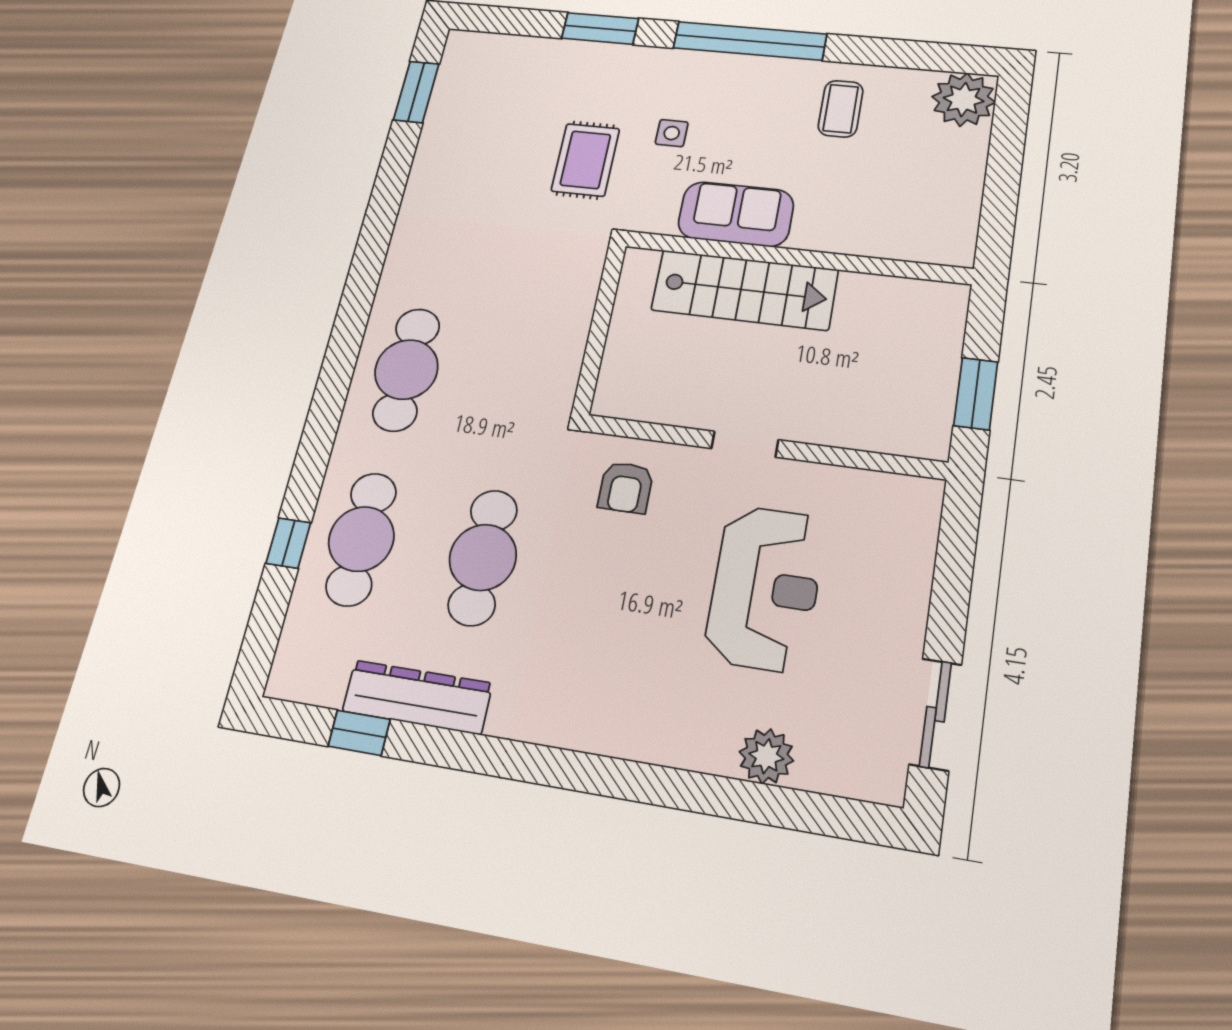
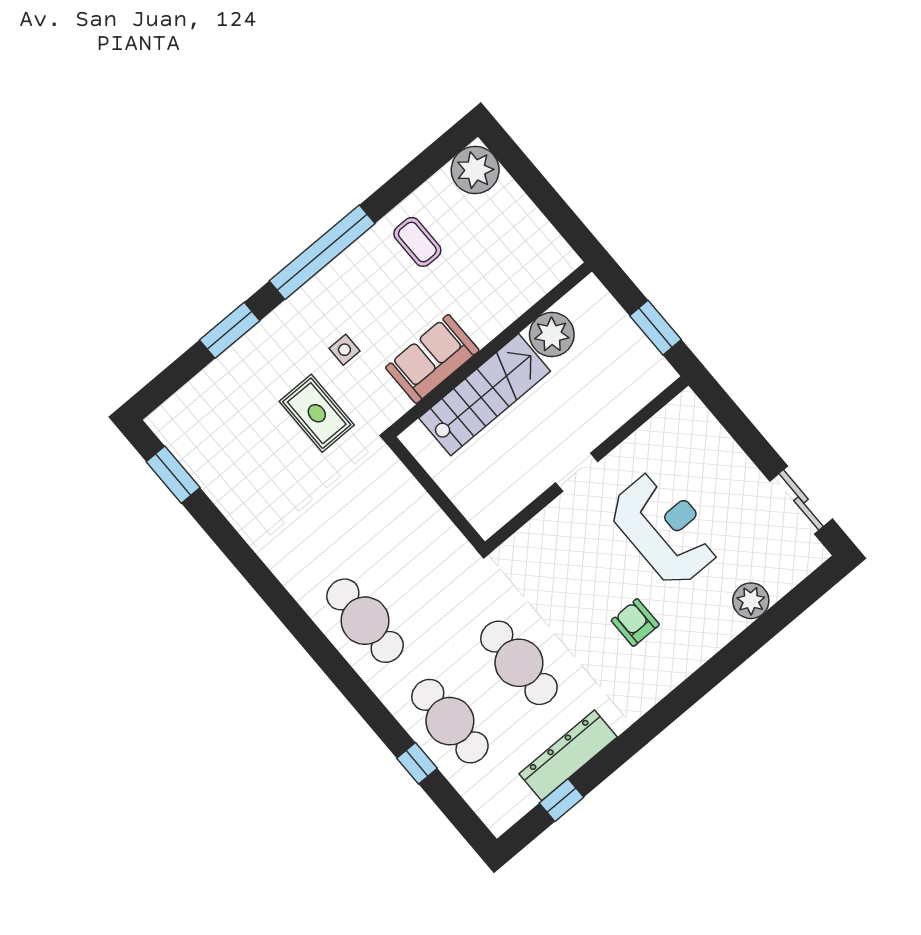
plant: (868, 301) -> (552, 335), added
armchair: (626, 487) -> (635, 622), moved, turned 180

